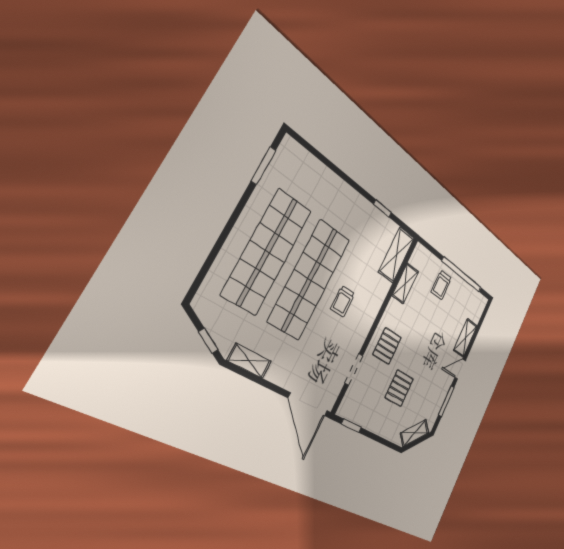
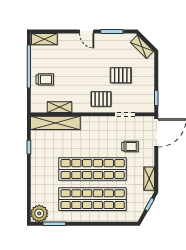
plant: (291, 155) -> (39, 213), added
shelving: (396, 255) -> (55, 123), width x1.47
trolley: (343, 301) -> (130, 146), moved
shelving: (465, 338) -> (44, 39), moved

